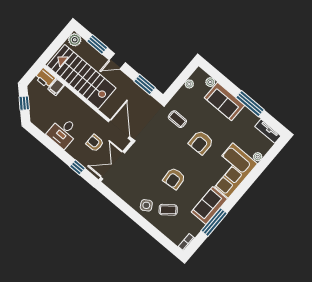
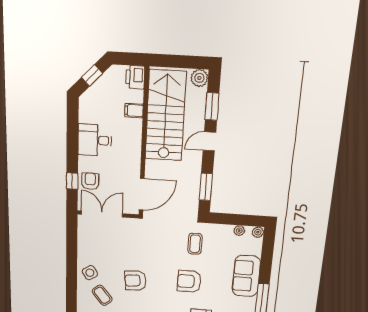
door: (117, 61) -> (209, 141), hinge flipped
plant: (210, 82) -> (258, 232), moved
filing cabinet: (56, 87) -> (134, 111), moved
armchair: (95, 143) -> (90, 181), moved

